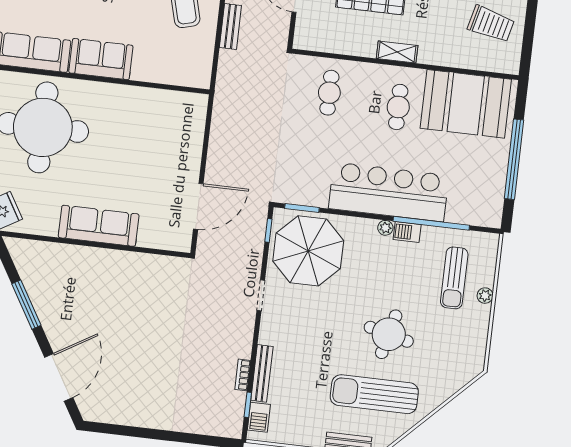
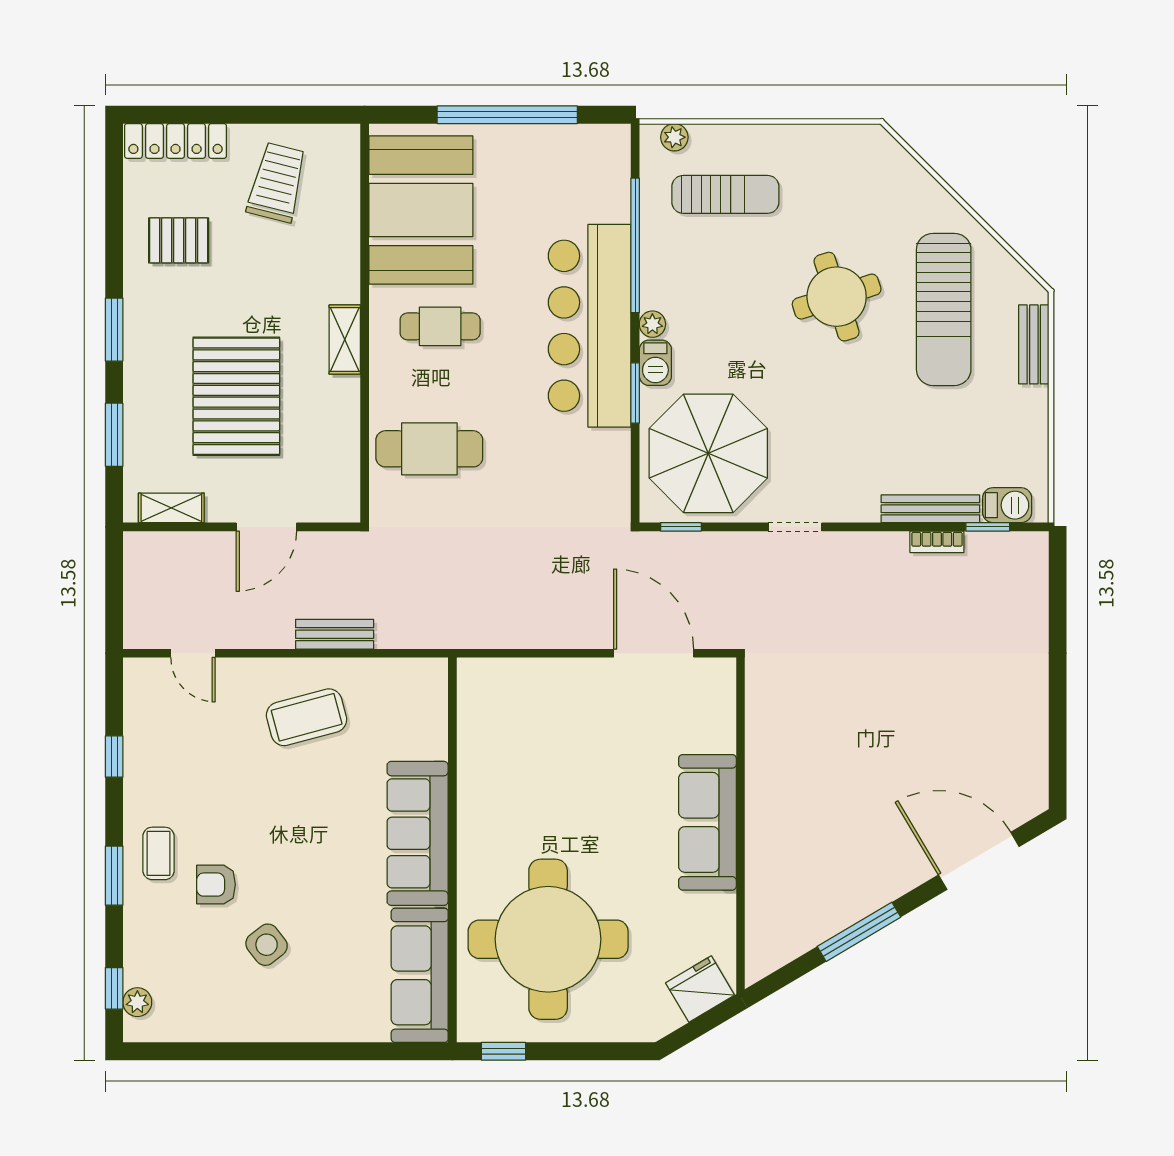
sofa: (101, 59) -> (418, 833), width x1.36
cafe table: (329, 93) -> (429, 449), width x1.37, depth x1.35
window: (302, 208) -> (635, 393), moved
barbecue: (407, 232) -> (655, 363), moved
plant: (485, 296) -> (674, 137), moved
round table: (389, 334) -> (837, 297), turned -32

